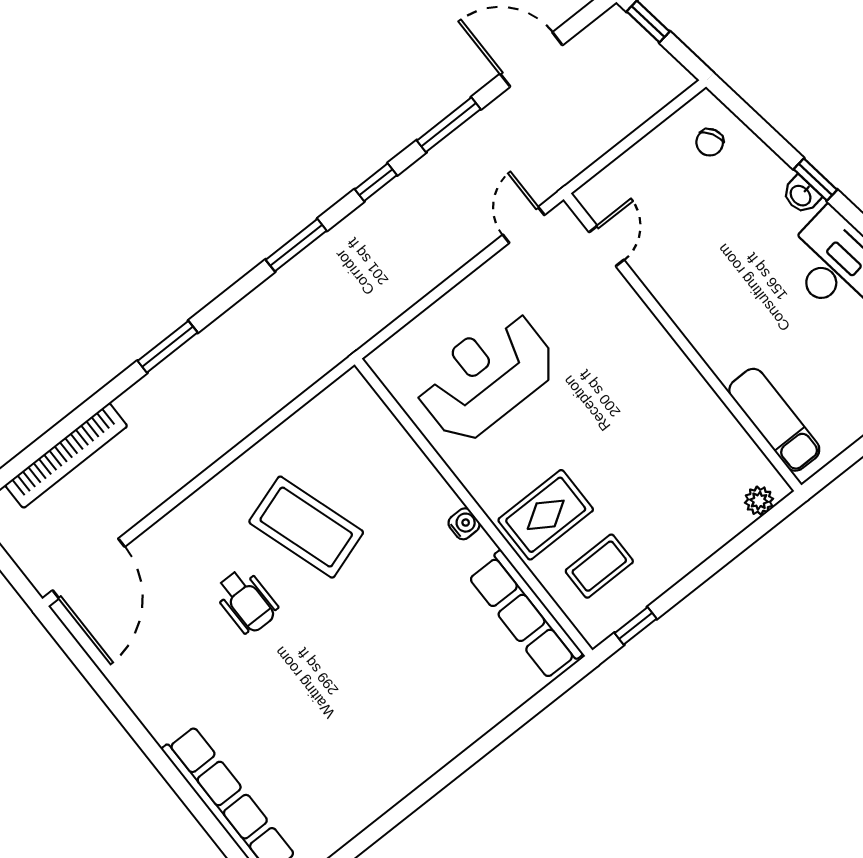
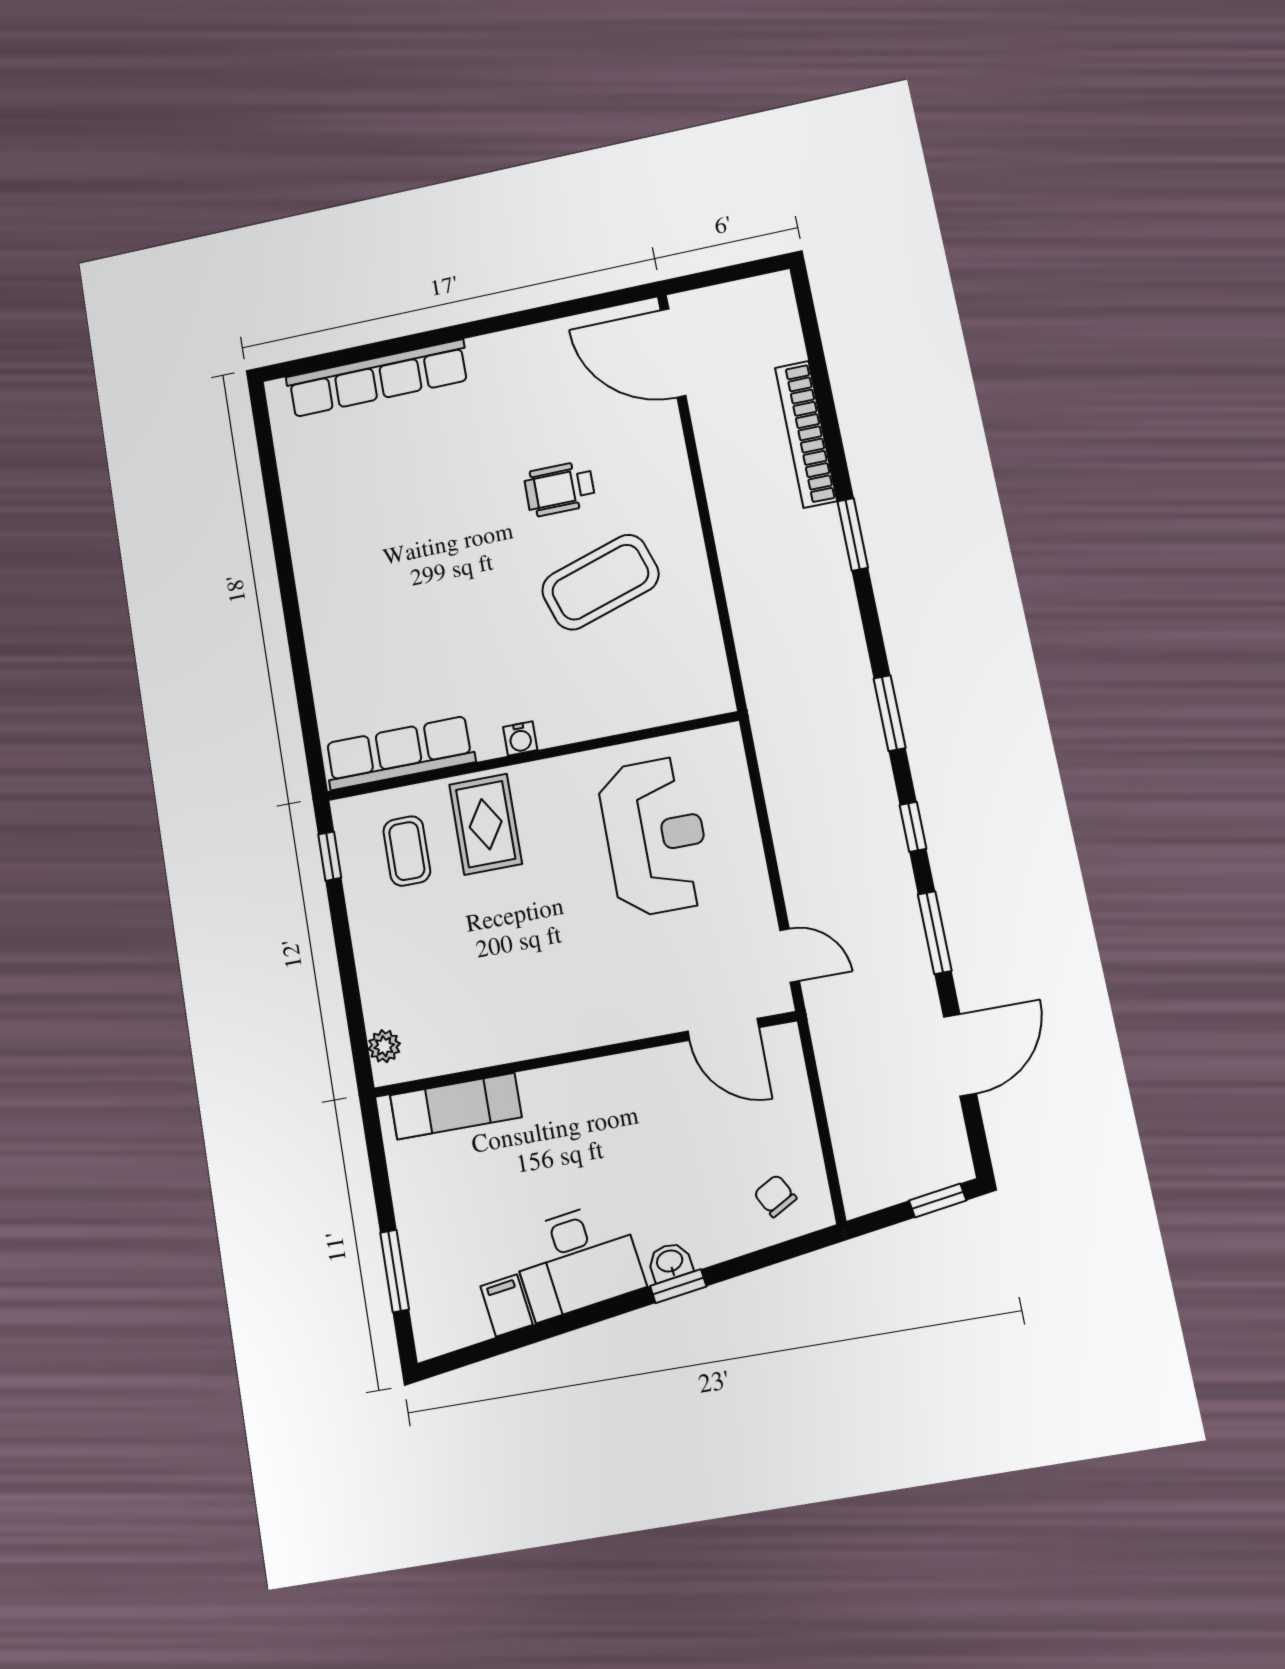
door: (607, 246) -> (723, 1029), width x1.37
bookcase: (66, 456) -> (806, 434), moved

